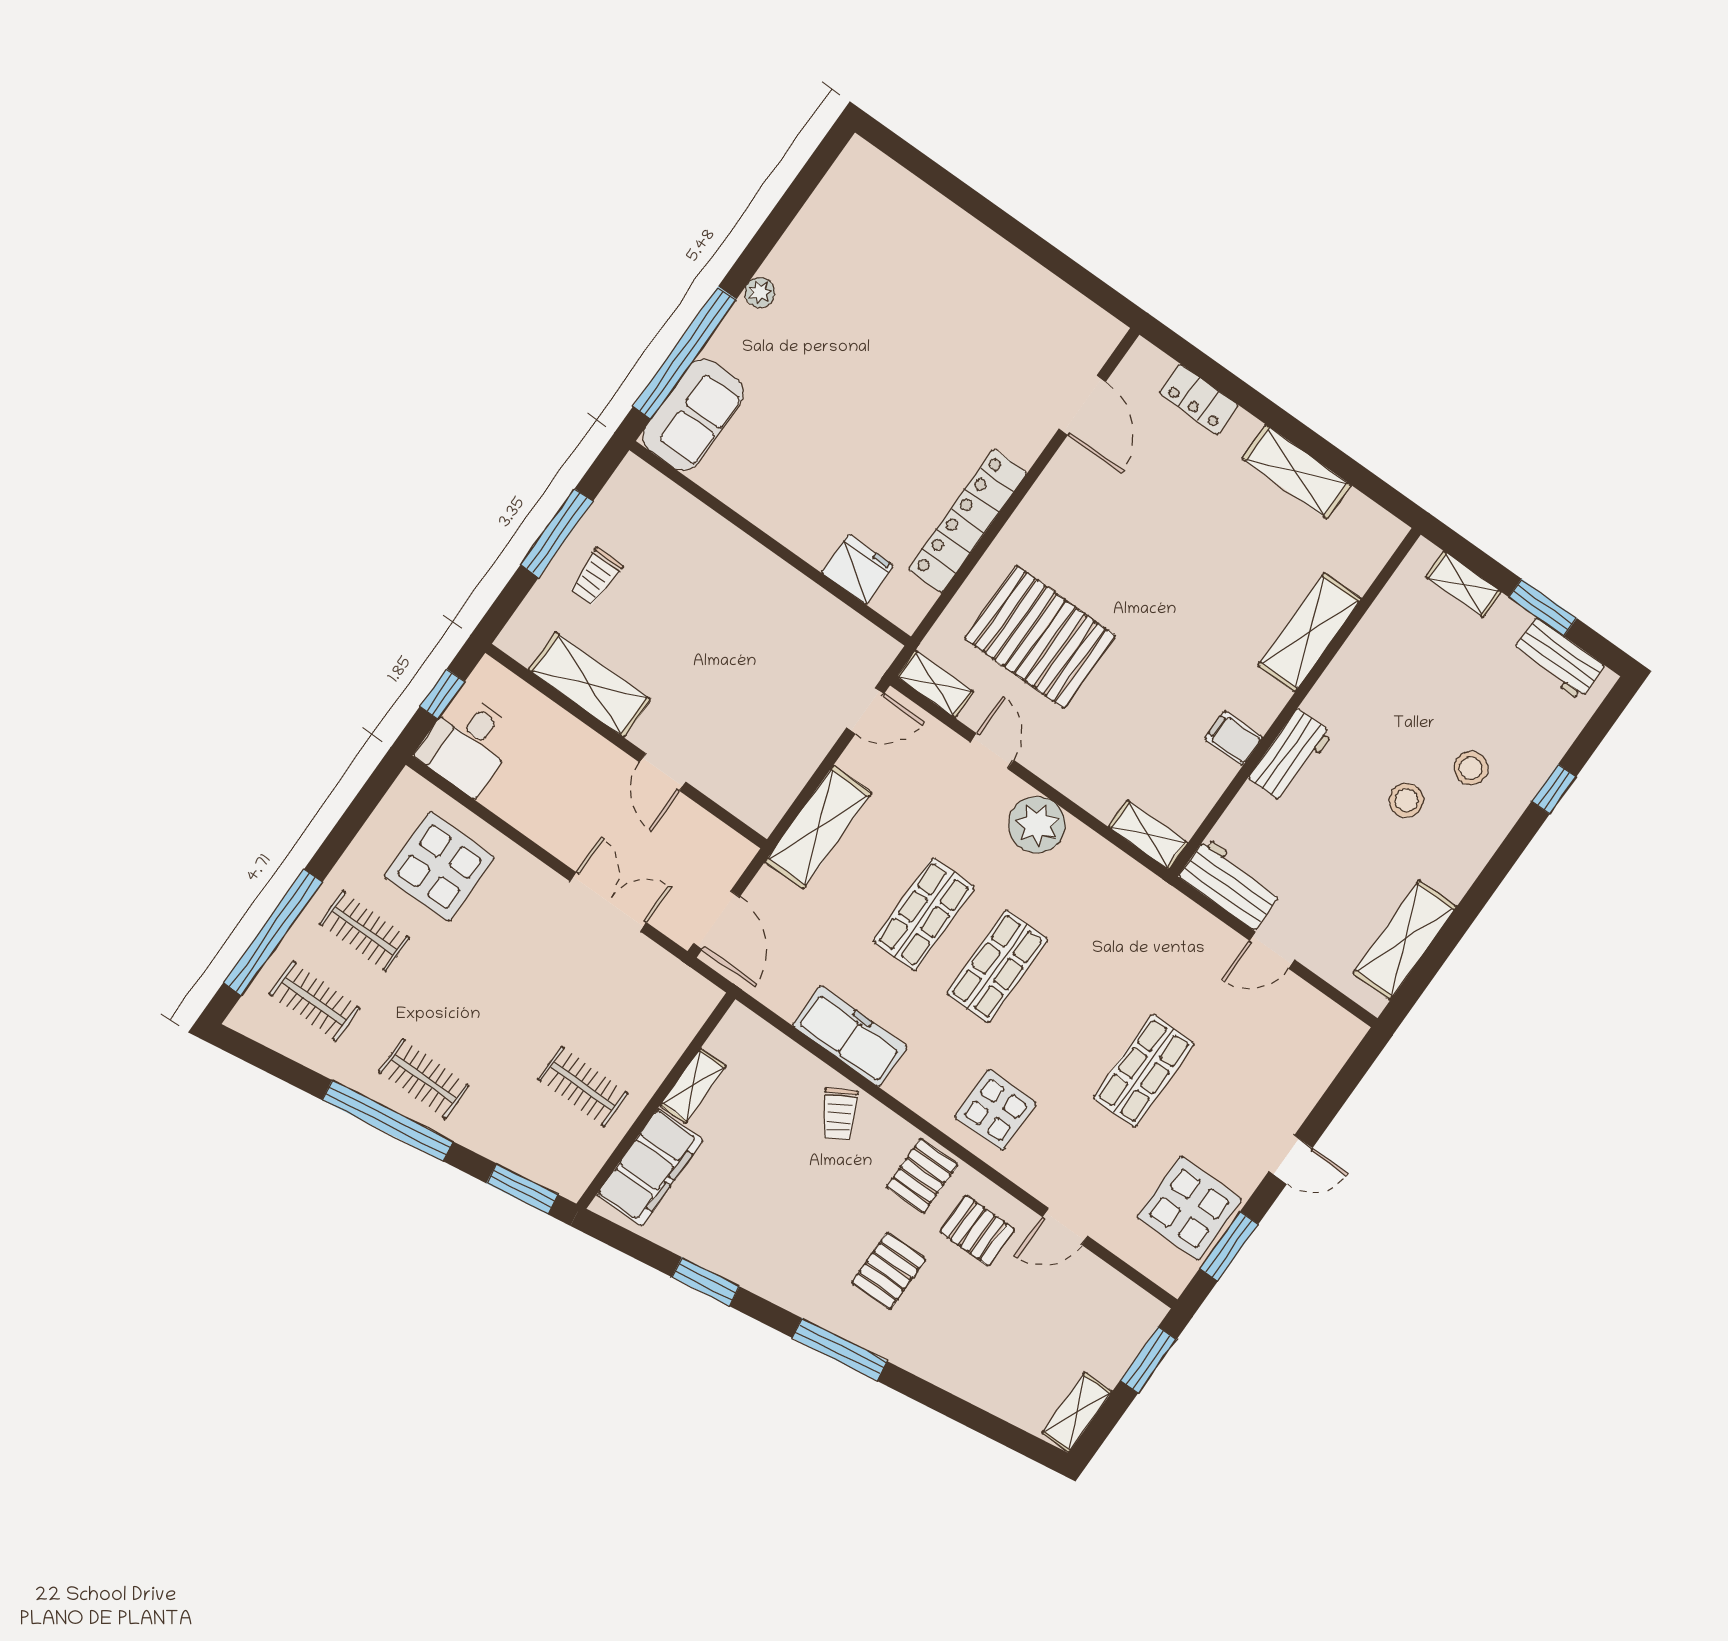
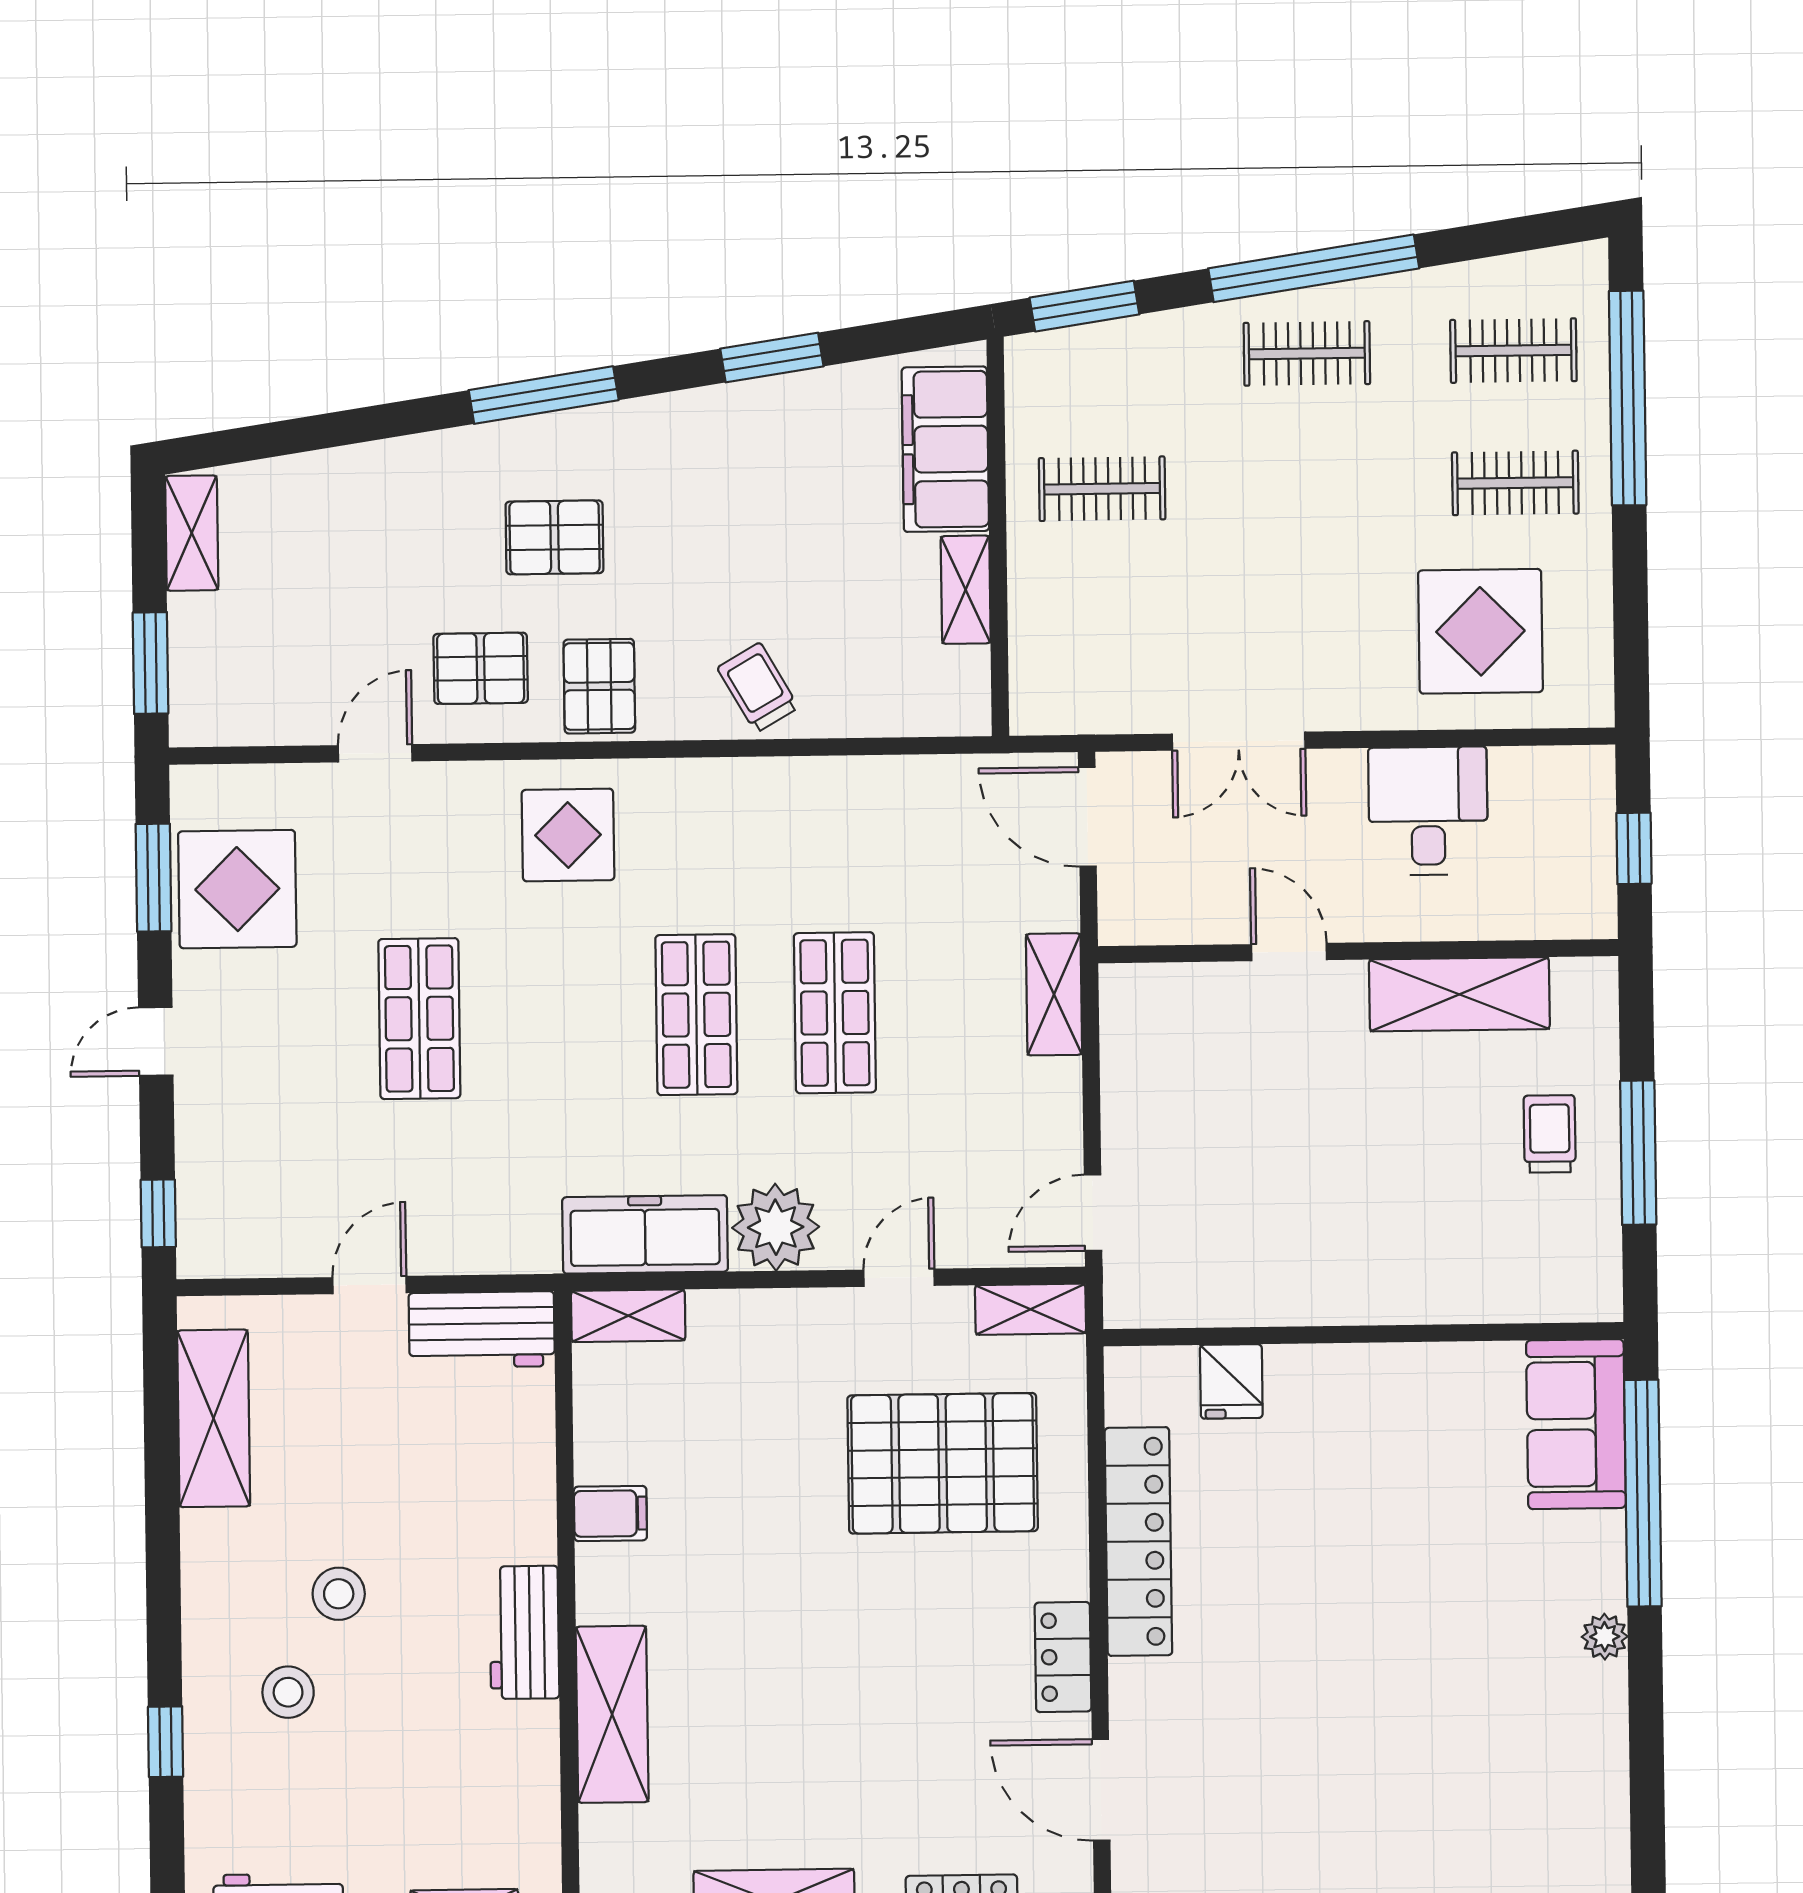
locker: (1051, 489) -> (1063, 1657), added
fridge: (858, 569) -> (1231, 1381), width x0.72
desk: (467, 744) -> (1428, 811), moved
door: (992, 751) -> (899, 1278), swing flipped
workbench: (1291, 756) -> (524, 1632), moved
shelving: (818, 827) -> (1054, 994), width x0.67, depth x0.75
freezer: (850, 1036) -> (645, 1234), moved, turned 180
window: (1355, 1069) -> (158, 1213), added
pallet: (888, 1271) -> (554, 537), turned 90

